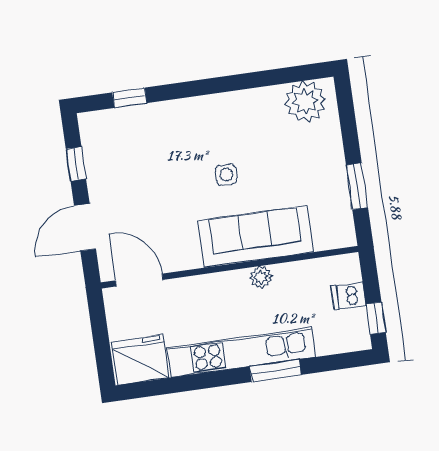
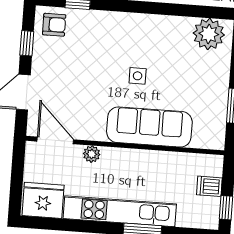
armchair: (106, 133) -> (54, 25), added
plant: (261, 277) -> (92, 154), moved

